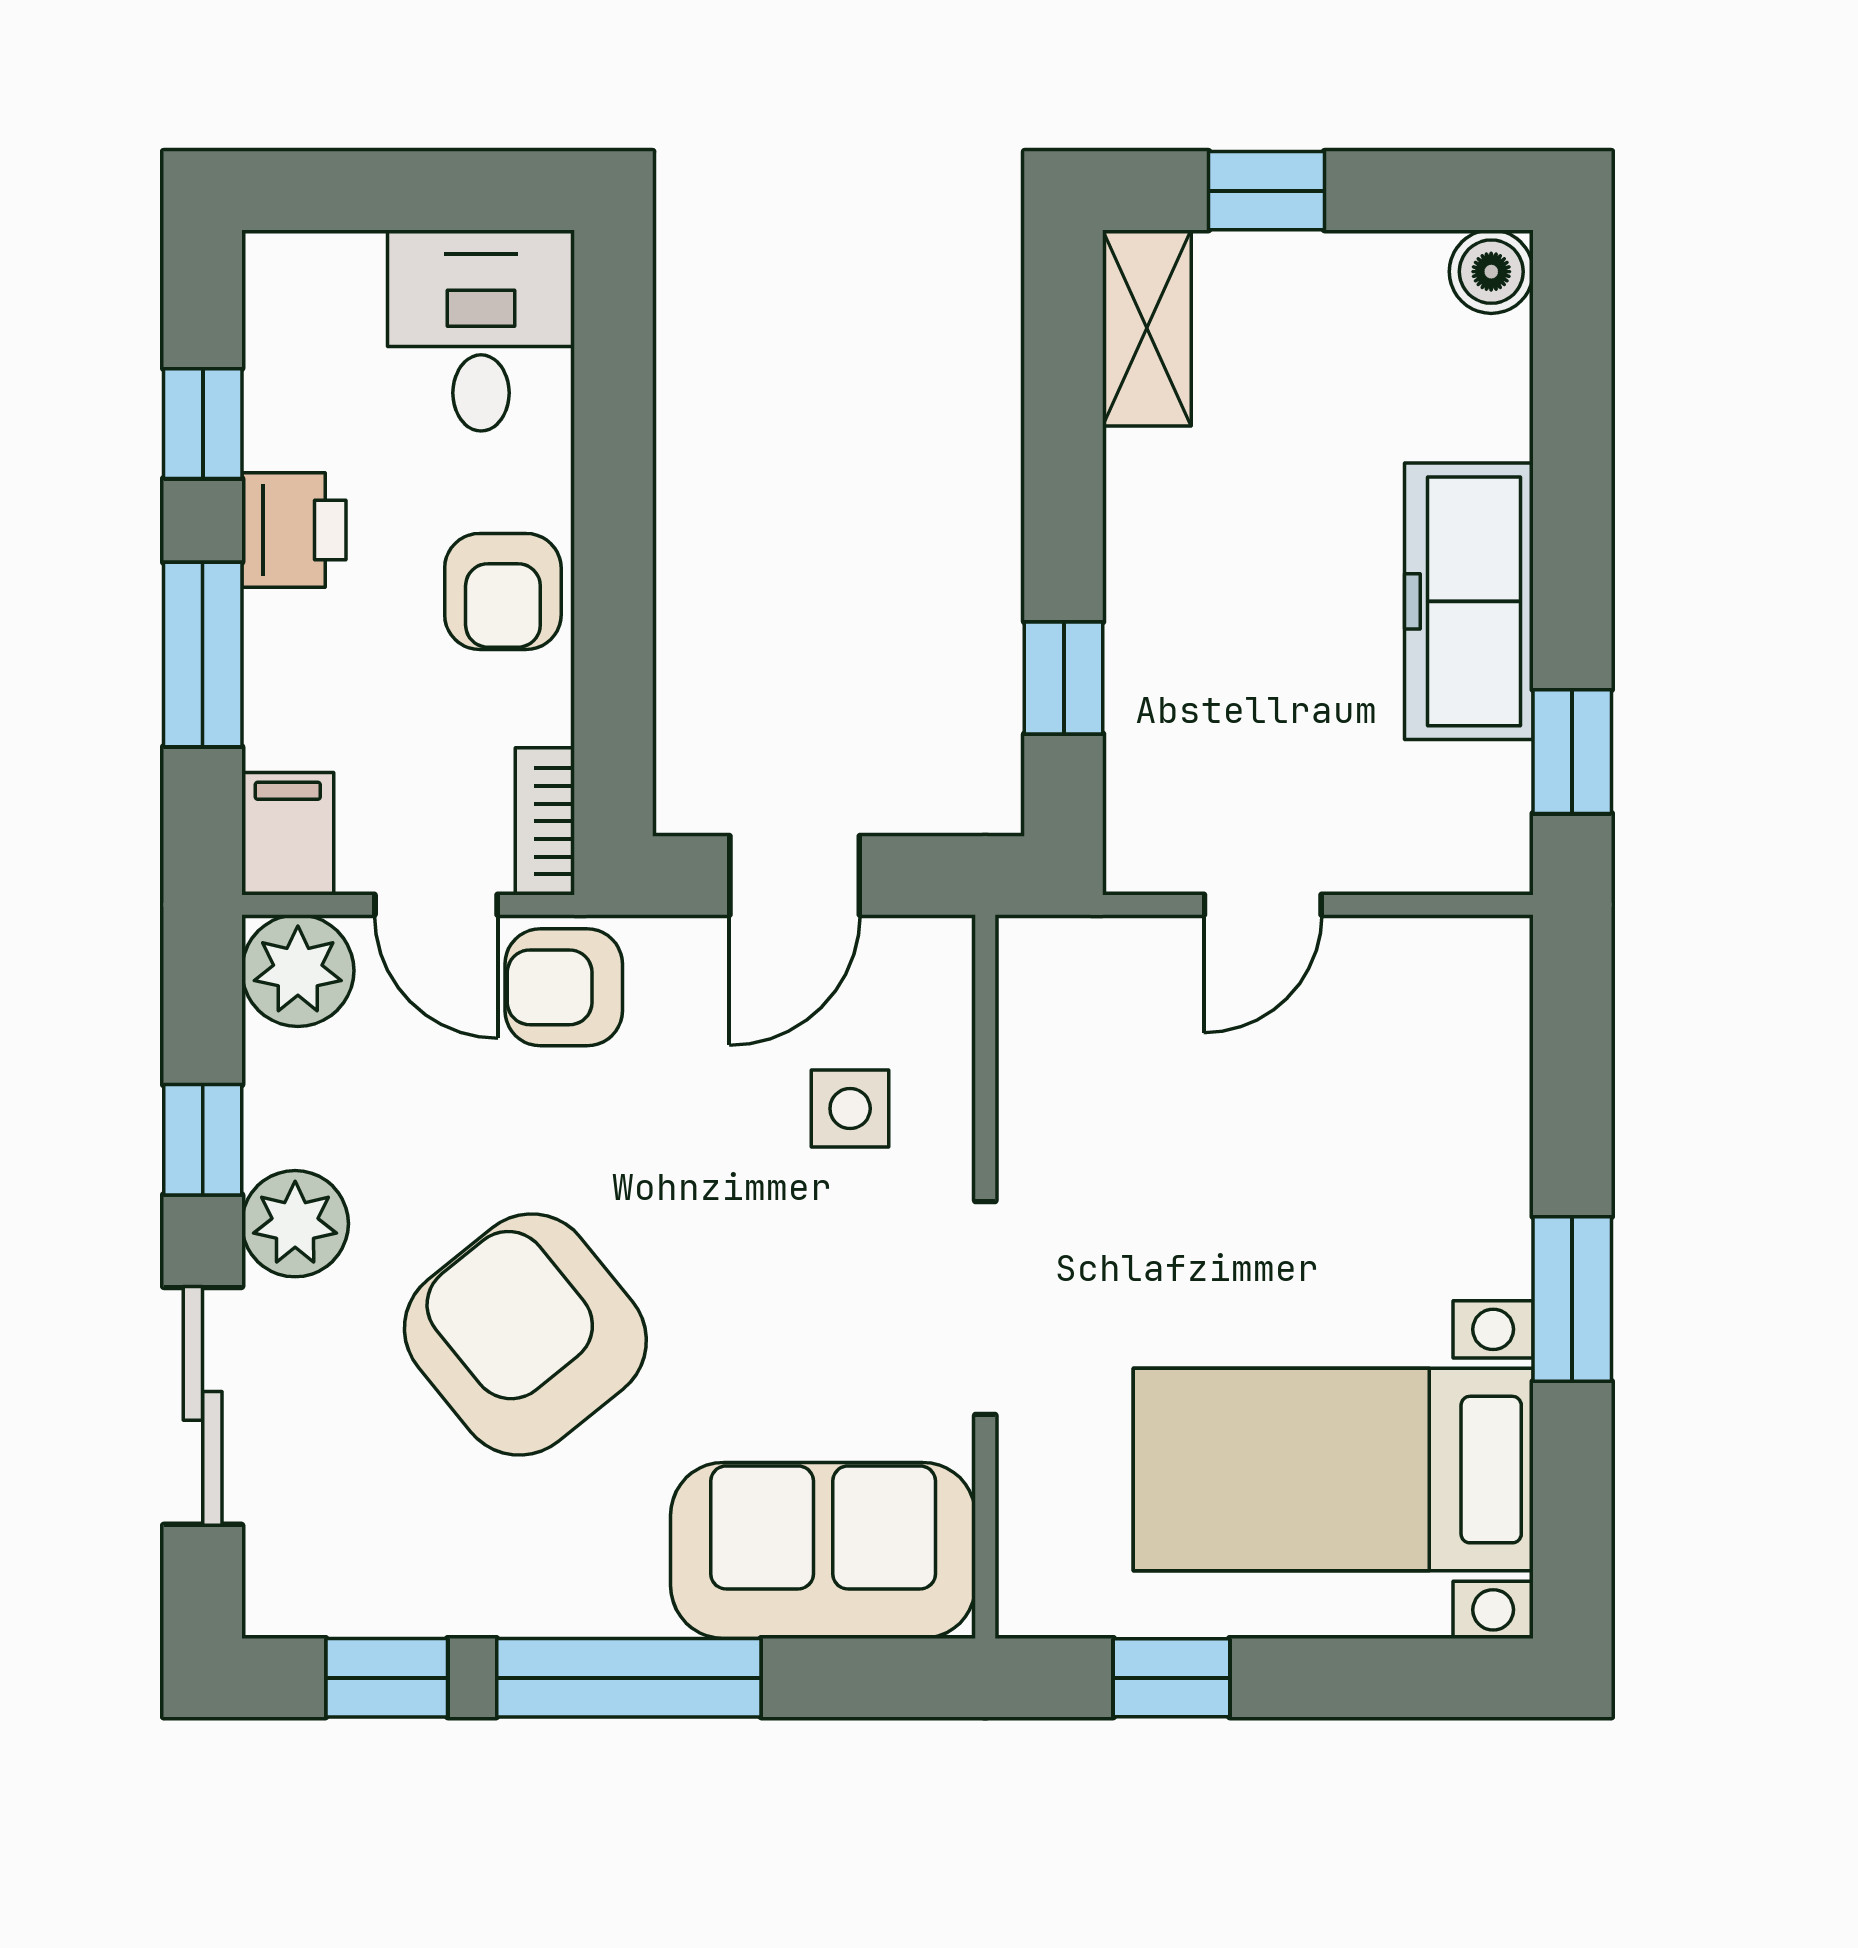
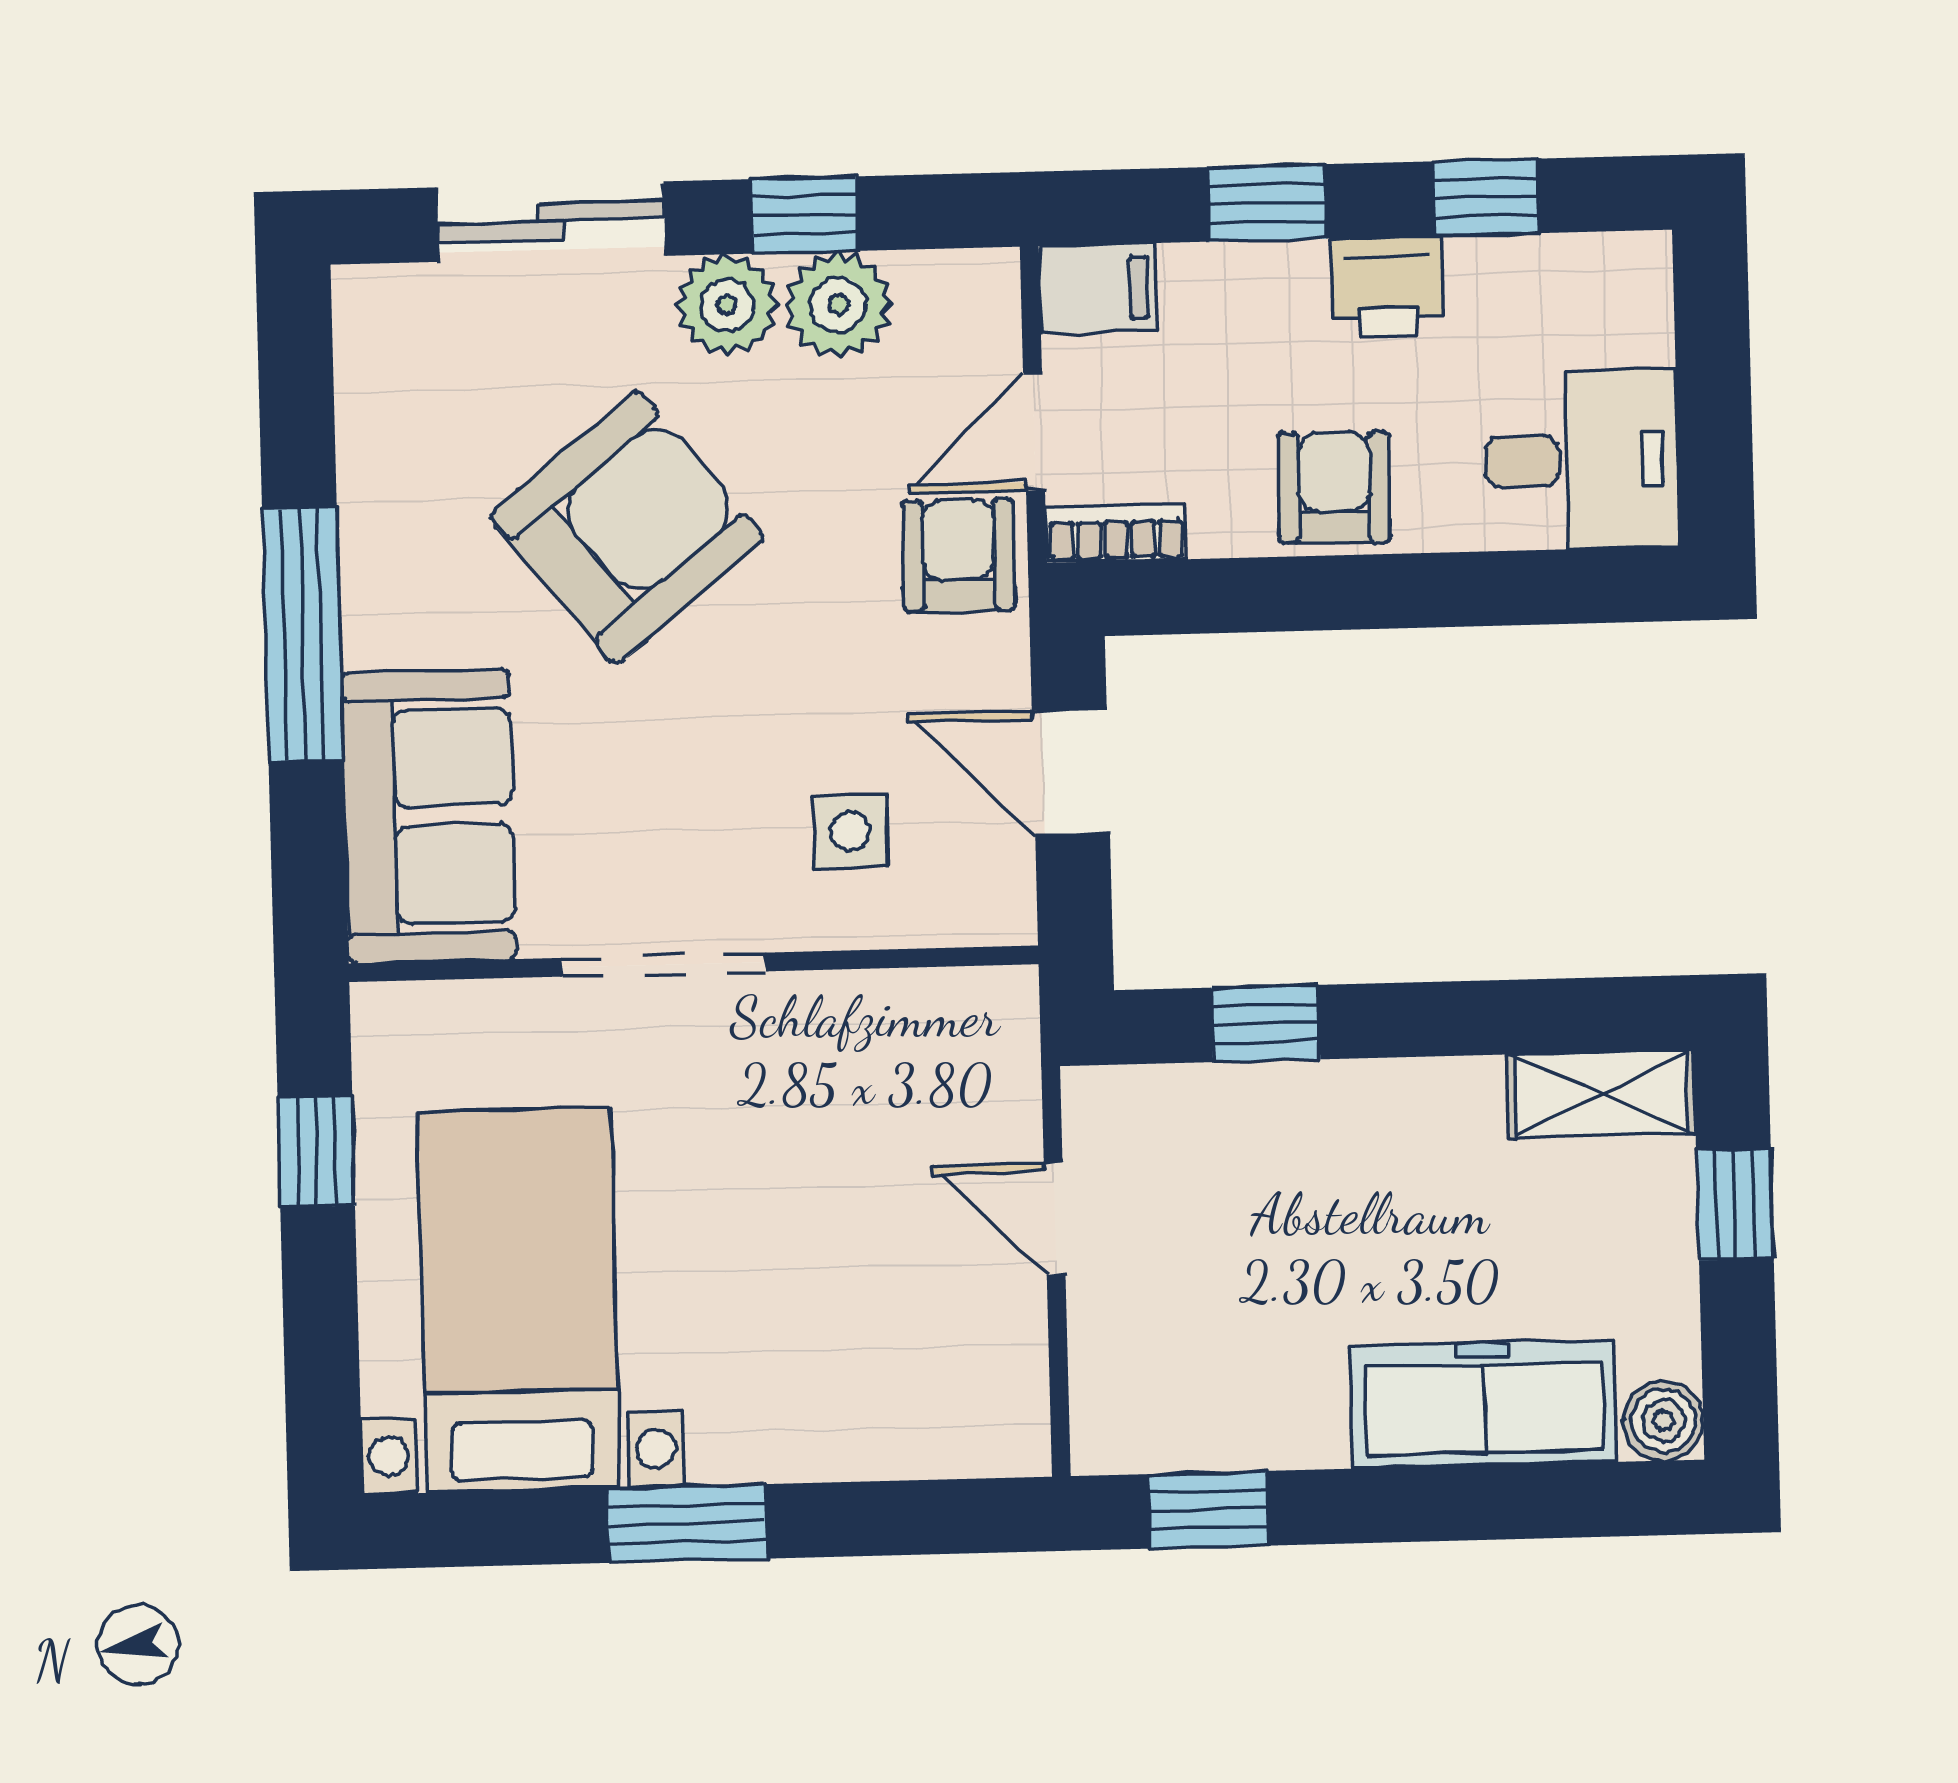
armchair: (503, 591) -> (1334, 487), turned 91
freezer: (1469, 601) -> (1484, 1404), moved
window: (203, 654) -> (1267, 203), width x0.67
plant: (298, 971) -> (838, 305), moved
window: (387, 1678) -> (297, 404), removed

